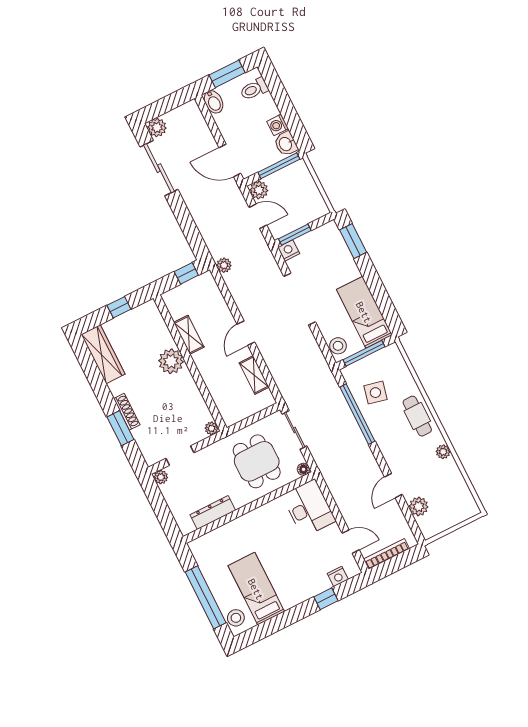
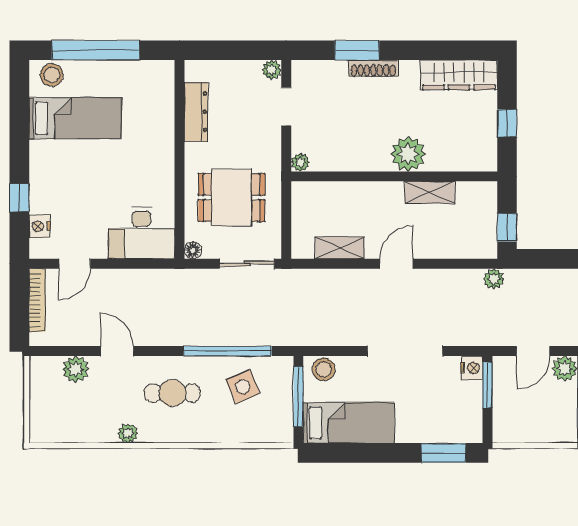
door: (246, 333) -> (396, 264), hinge flipped
side table: (375, 393) -> (243, 387), turned -36
cafe table: (417, 416) -> (172, 393), moved

